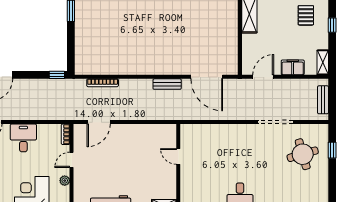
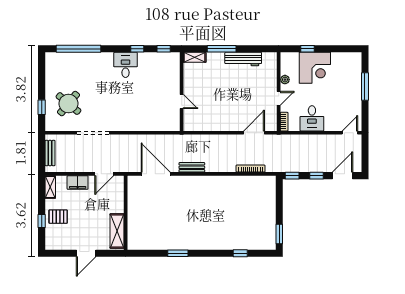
pallet: (306, 15) -> (58, 217), moved, turned 90
window: (30, 75) -> (317, 176), added
desk: (23, 138) -> (312, 118), moved
round table: (303, 154) -> (68, 104), turned -34

